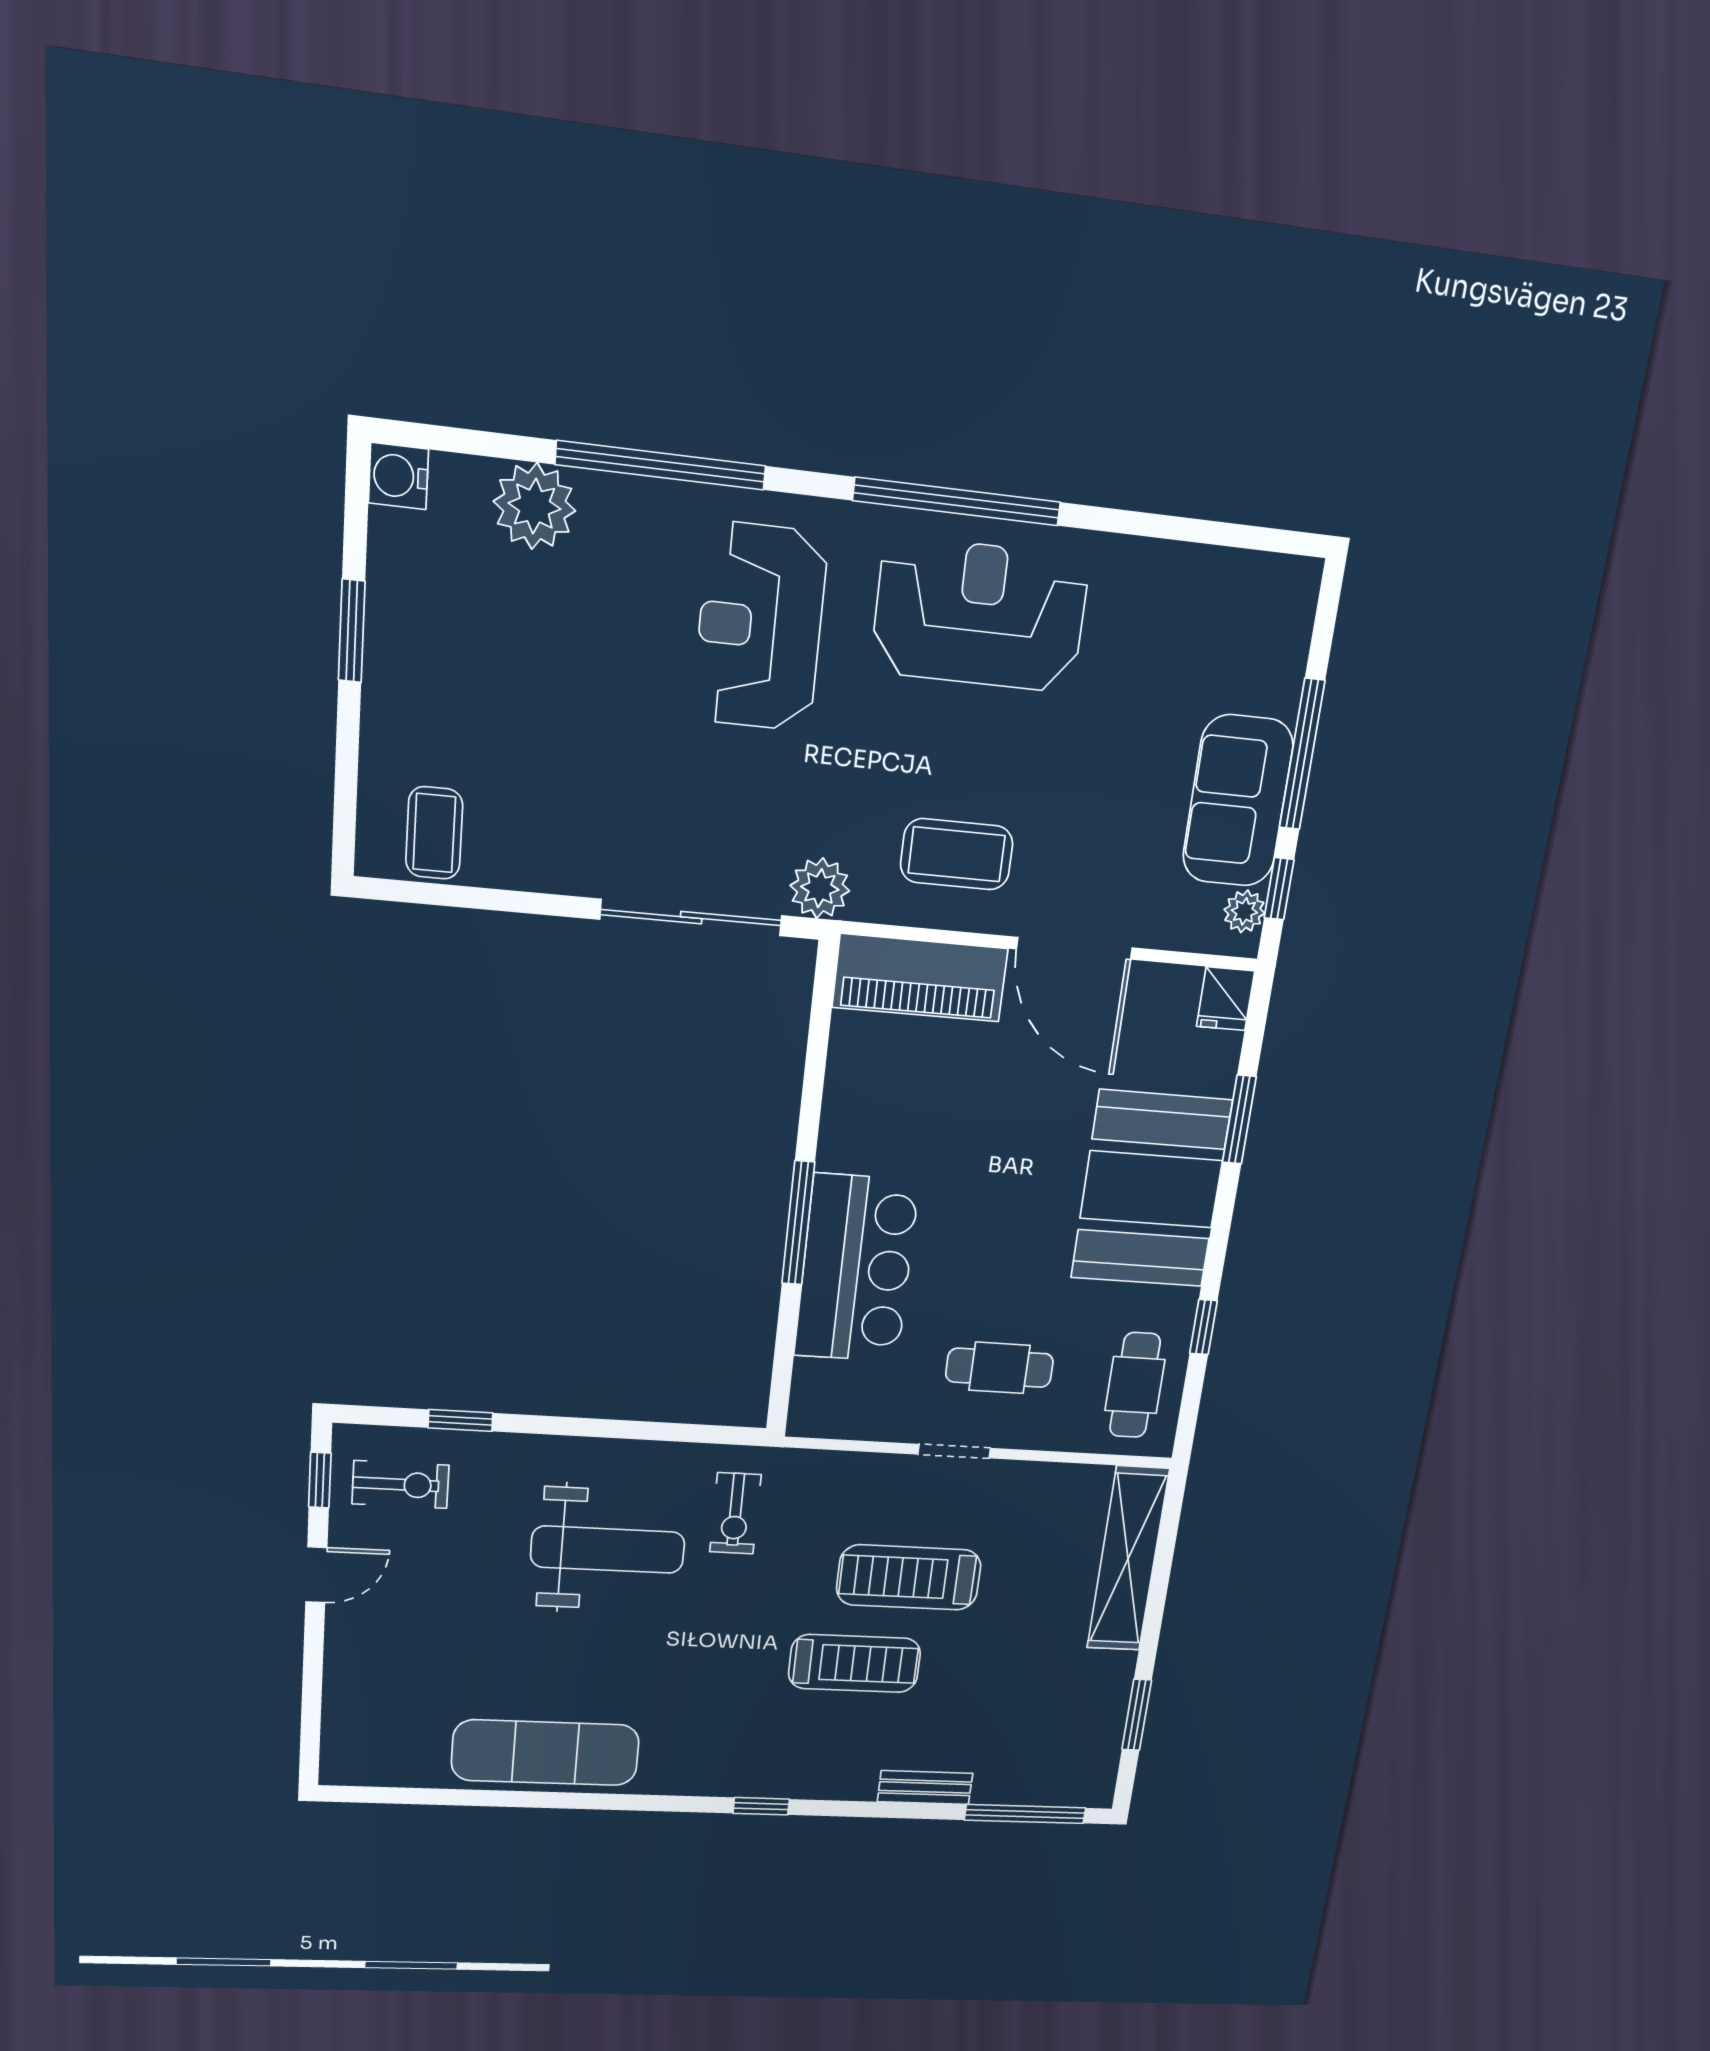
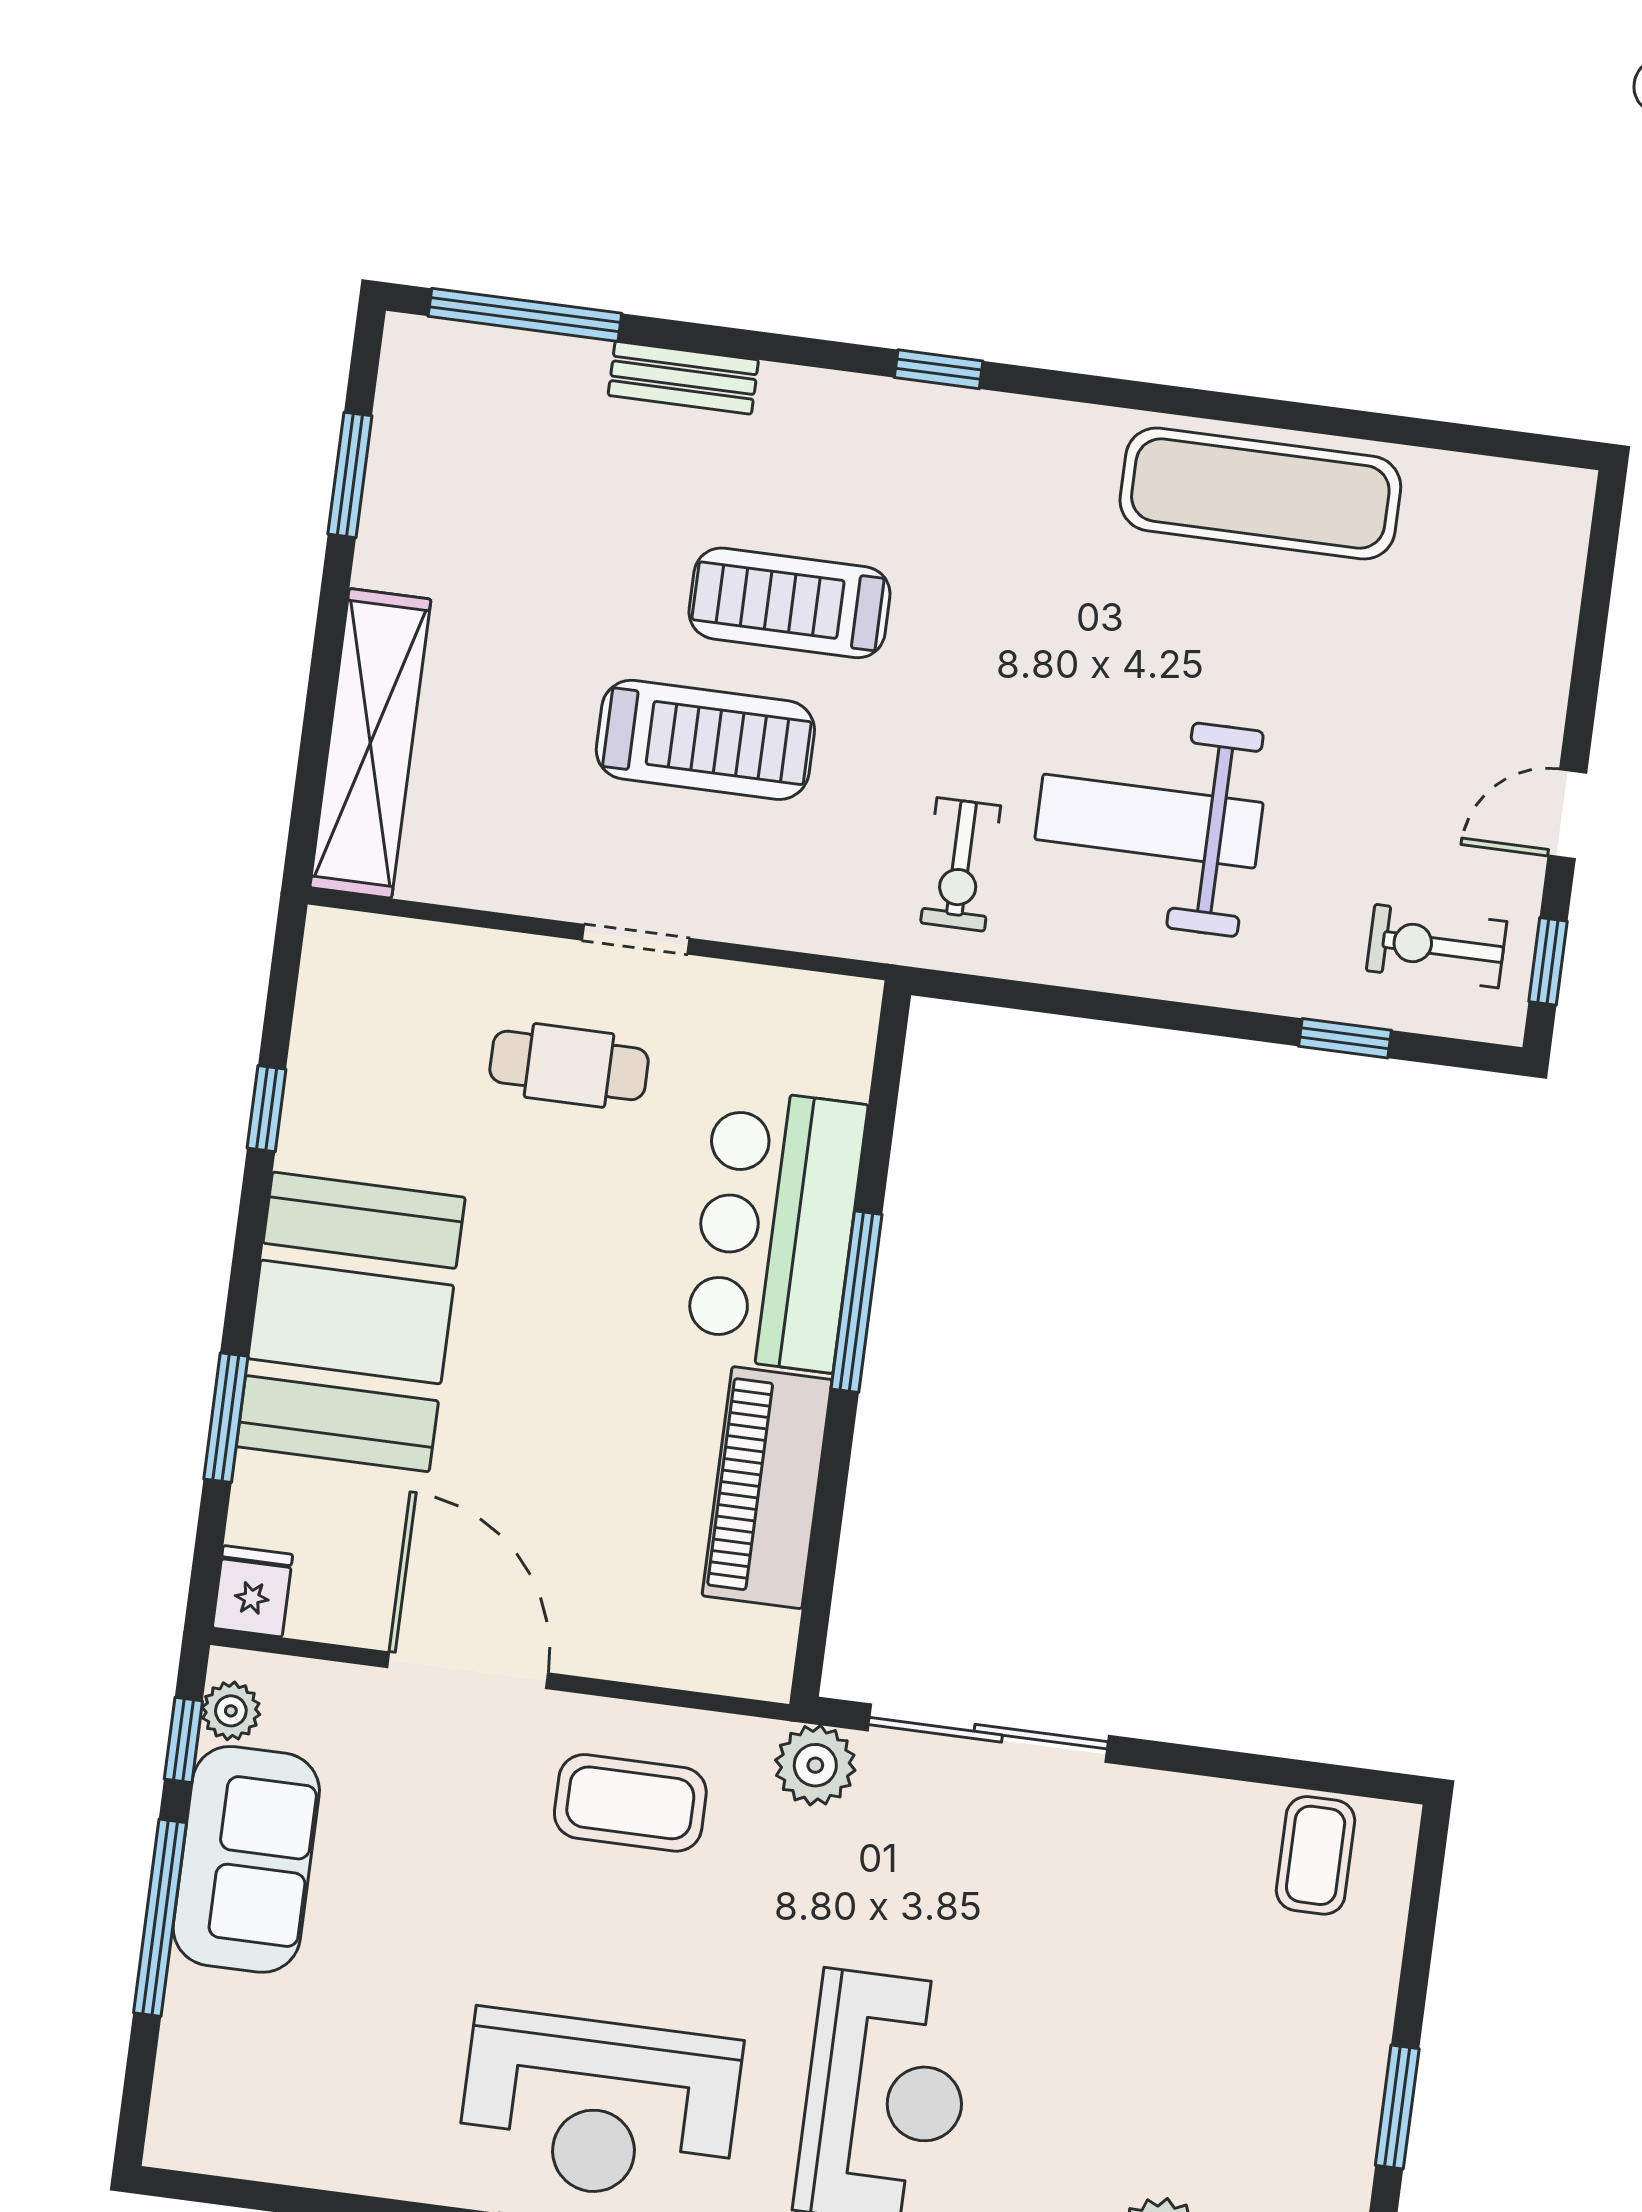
piano: (920, 978) -> (767, 1488), moved, turned -90
cafe table: (1135, 1385) -> (367, 1025), removed
exercise bike: (735, 1513) -> (961, 864), turned 180

